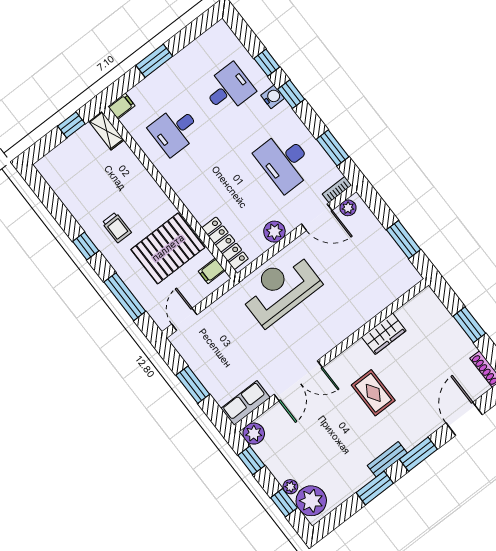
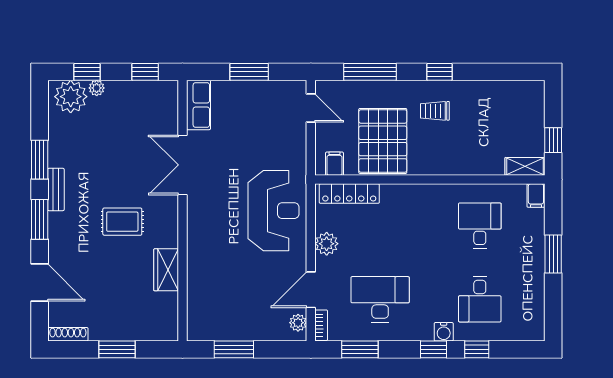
plant: (254, 434) -> (167, 92), removed

